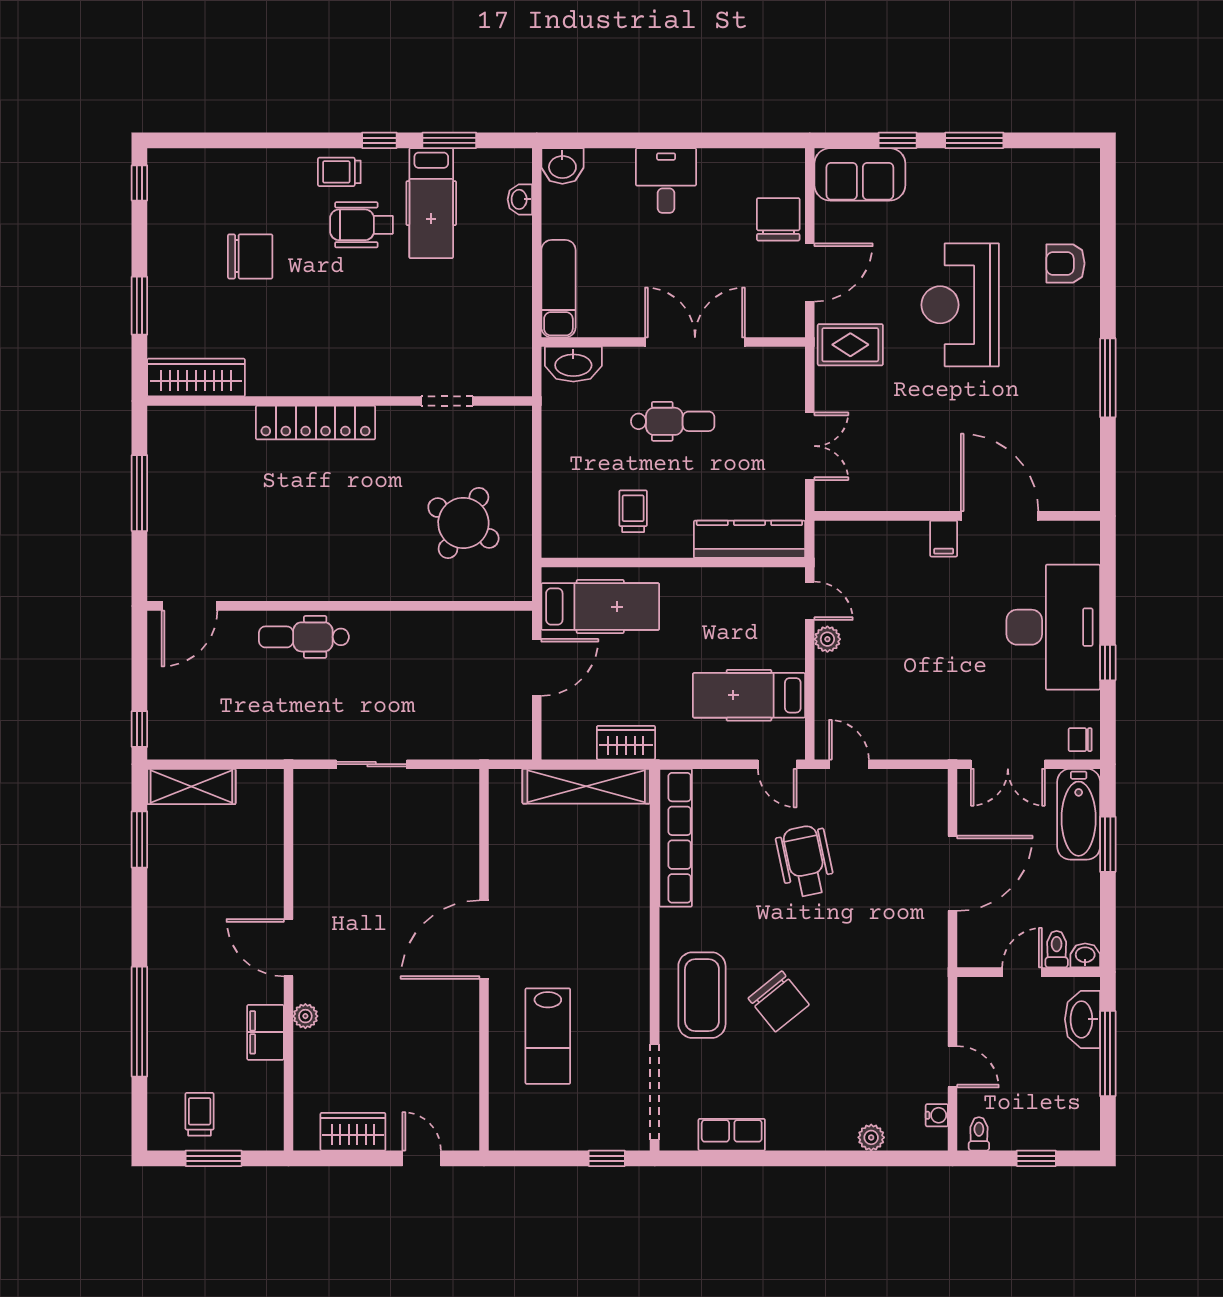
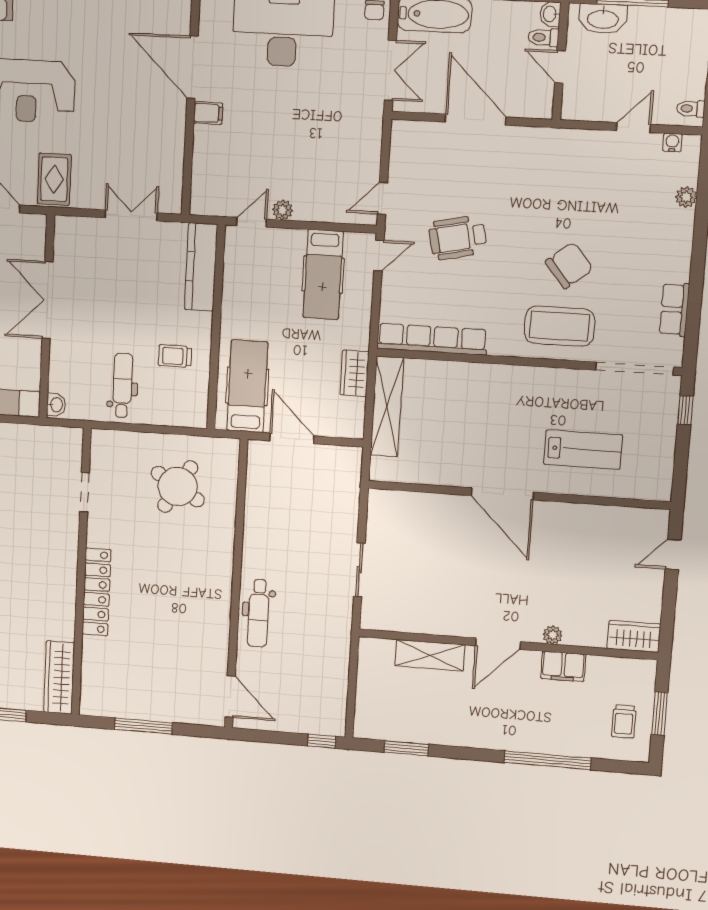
washbasin: (573, 364) -> (56, 405), width x0.52, depth x0.69
dental chair: (673, 421) -> (122, 385), moved
door: (1000, 516) -> (193, 67), hinge flipped
shelving: (191, 786) -> (430, 655), moved, turned 90
trolley: (200, 1114) -> (624, 721), turned -90
wardrobe: (353, 1132) -> (634, 636), moved, turned 90

